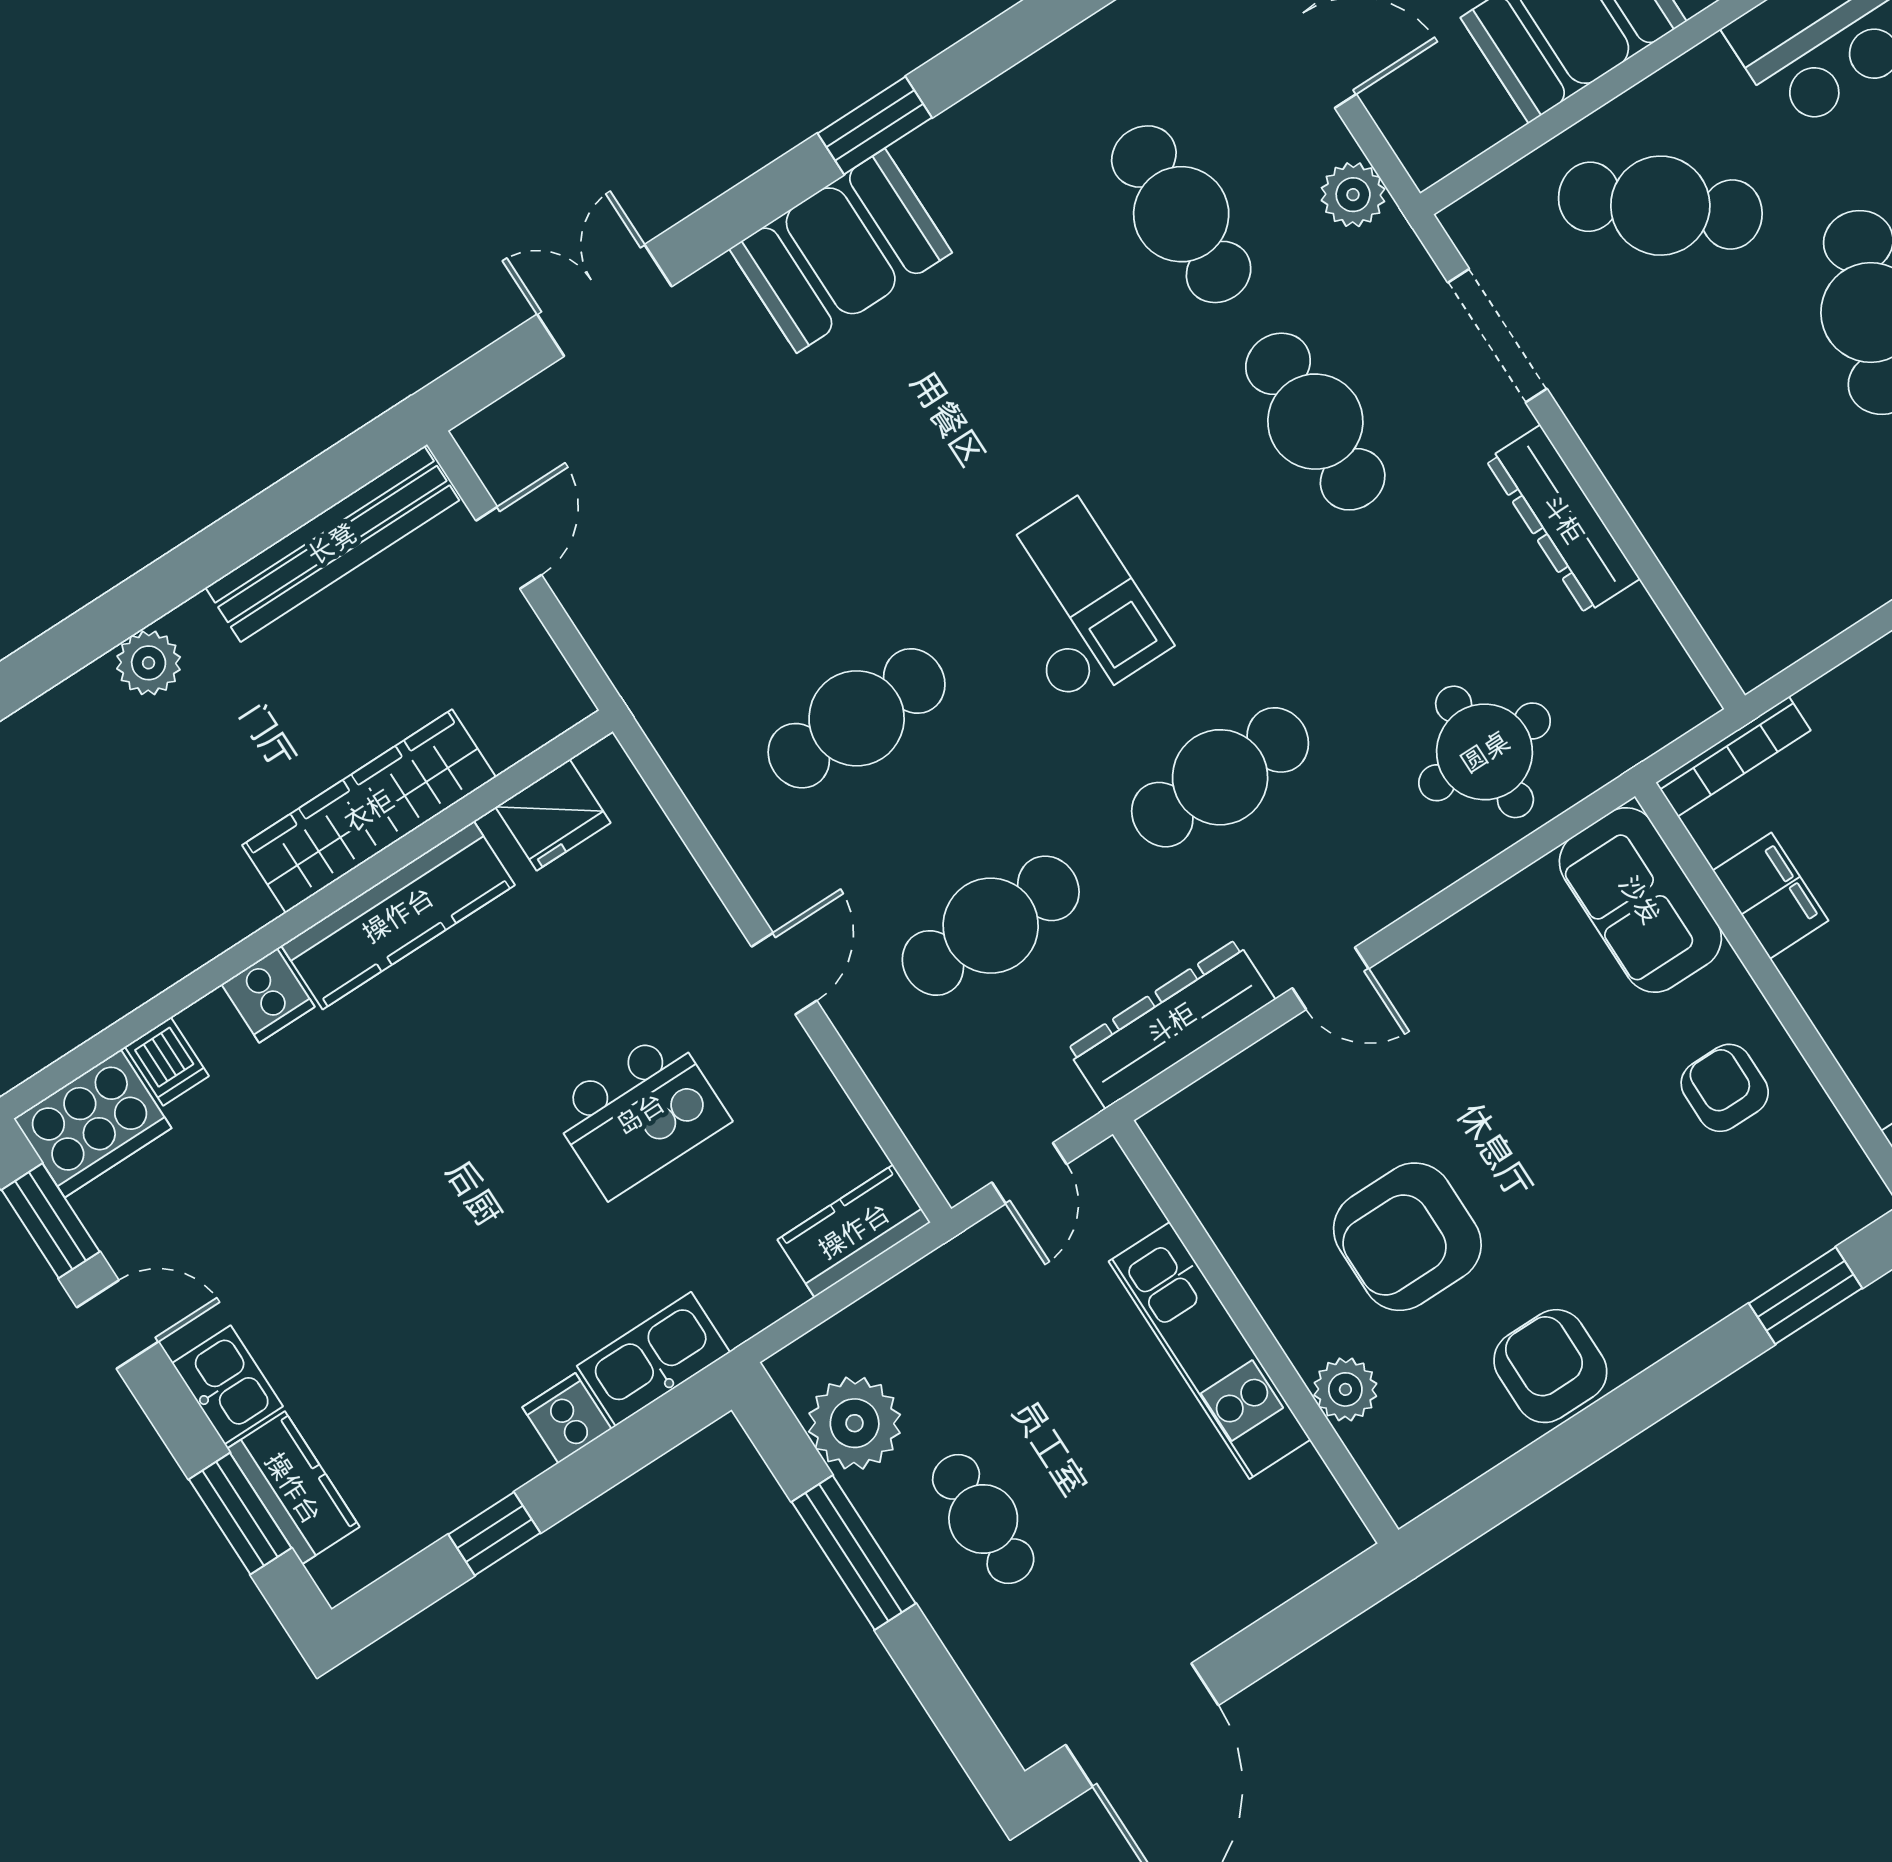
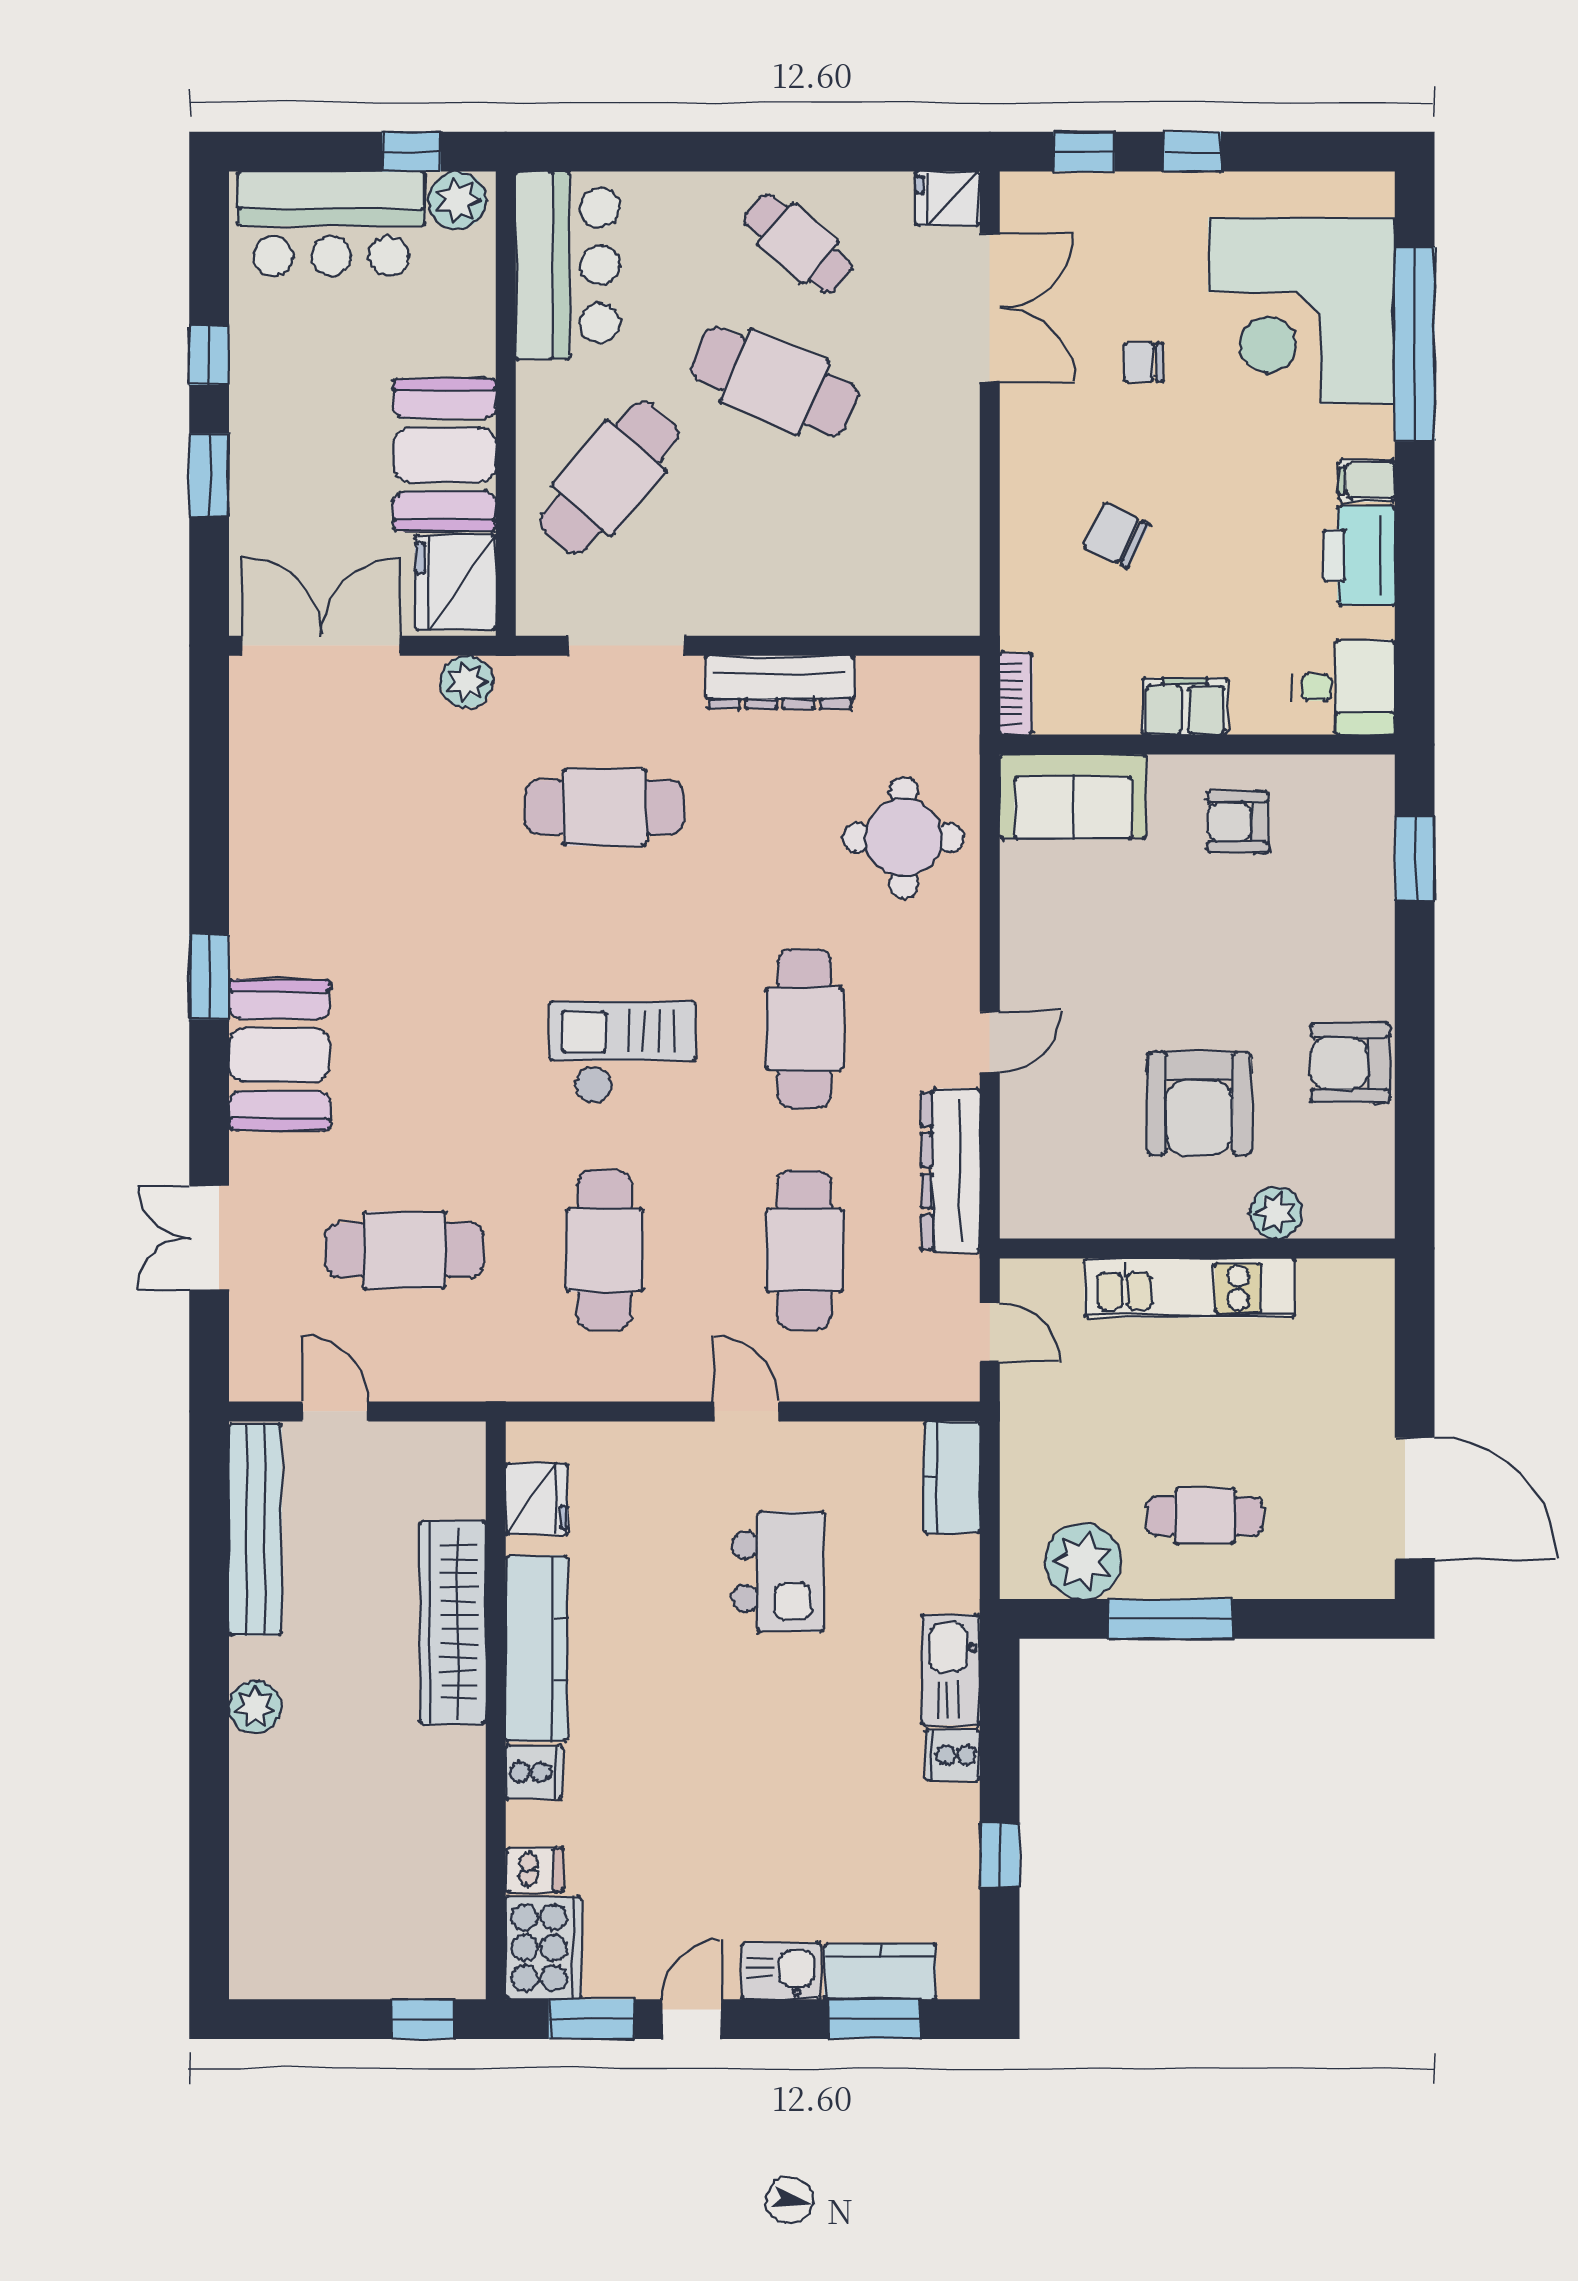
fridge: (1448, 116) -> (455, 583), added
cafe table: (1181, 214) -> (404, 1250), moved
bookcase: (1733, 756) -> (1016, 694), width x0.64
filing cabinet: (1771, 896) -> (1185, 706), moved

